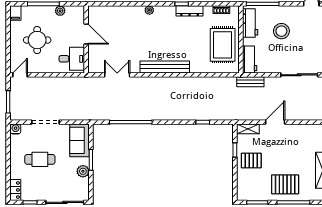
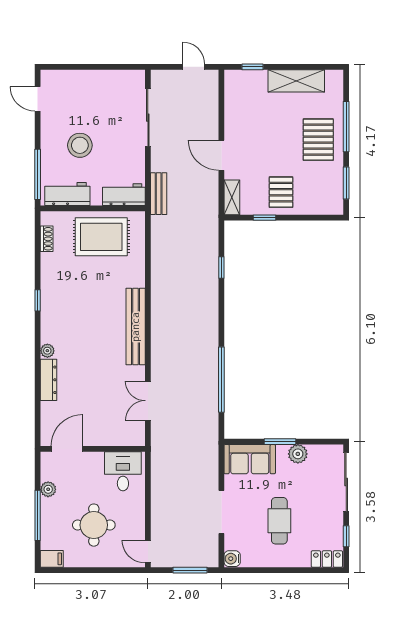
dresser: (190, 11) -> (49, 380), moved
door: (86, 34) -> (67, 449), moved

